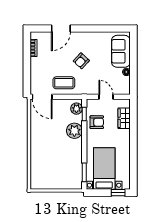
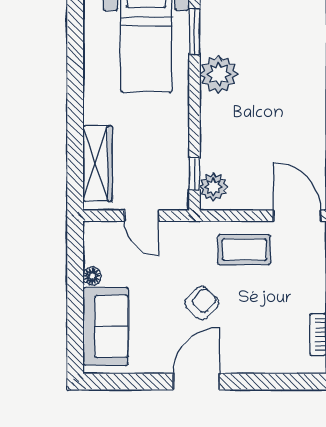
door: (61, 29) -> (196, 382), moved
wardrobe: (124, 118) -> (98, 163), width x1.50
armchair: (97, 122) -> (164, 154), removed
plant: (74, 131) -> (219, 74), moved

